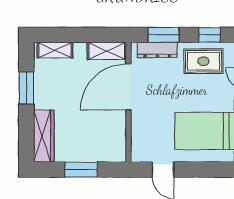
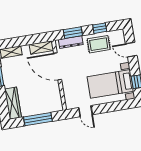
door: (129, 87) -> (58, 66), hinge flipped
window: (81, 170) -> (38, 119), width x1.44

